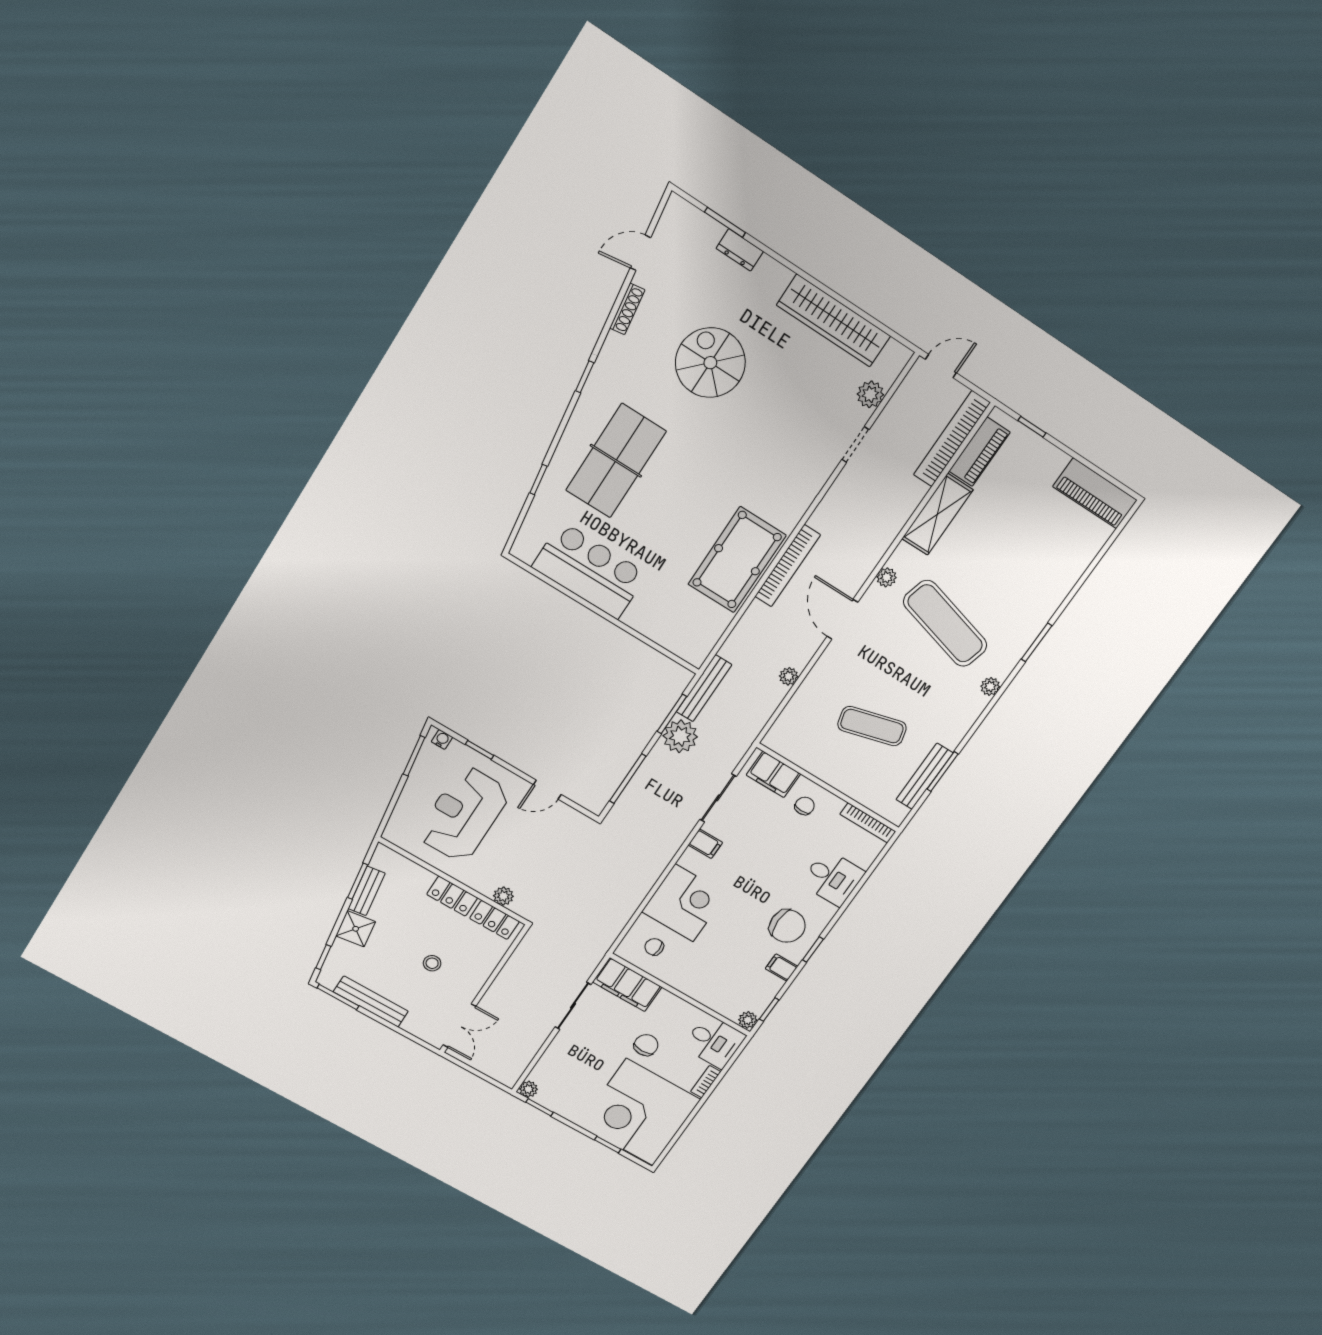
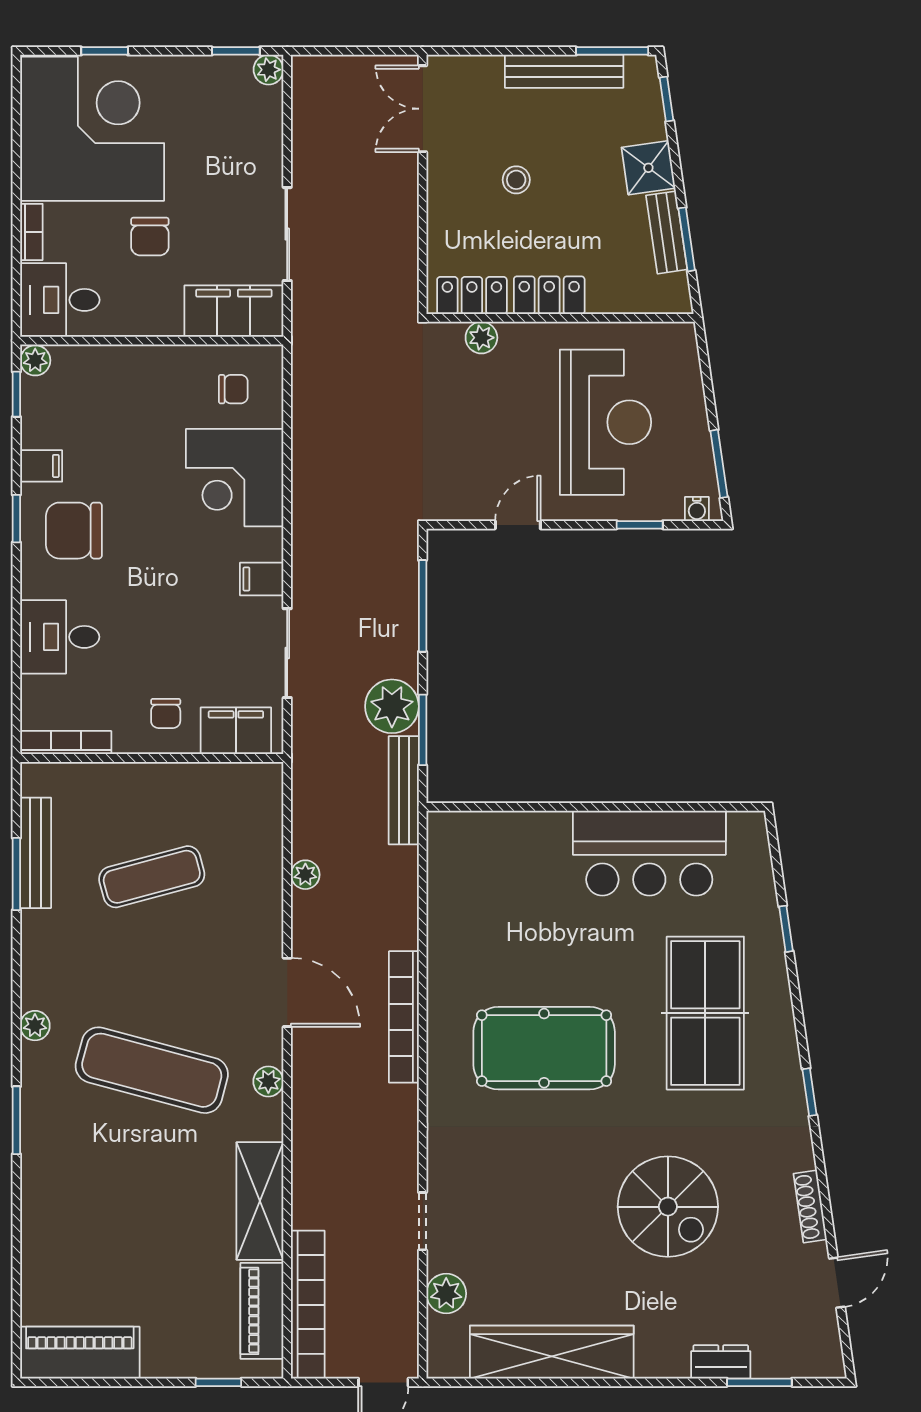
pool table: (737, 560) -> (544, 1048), moved, turned 90

